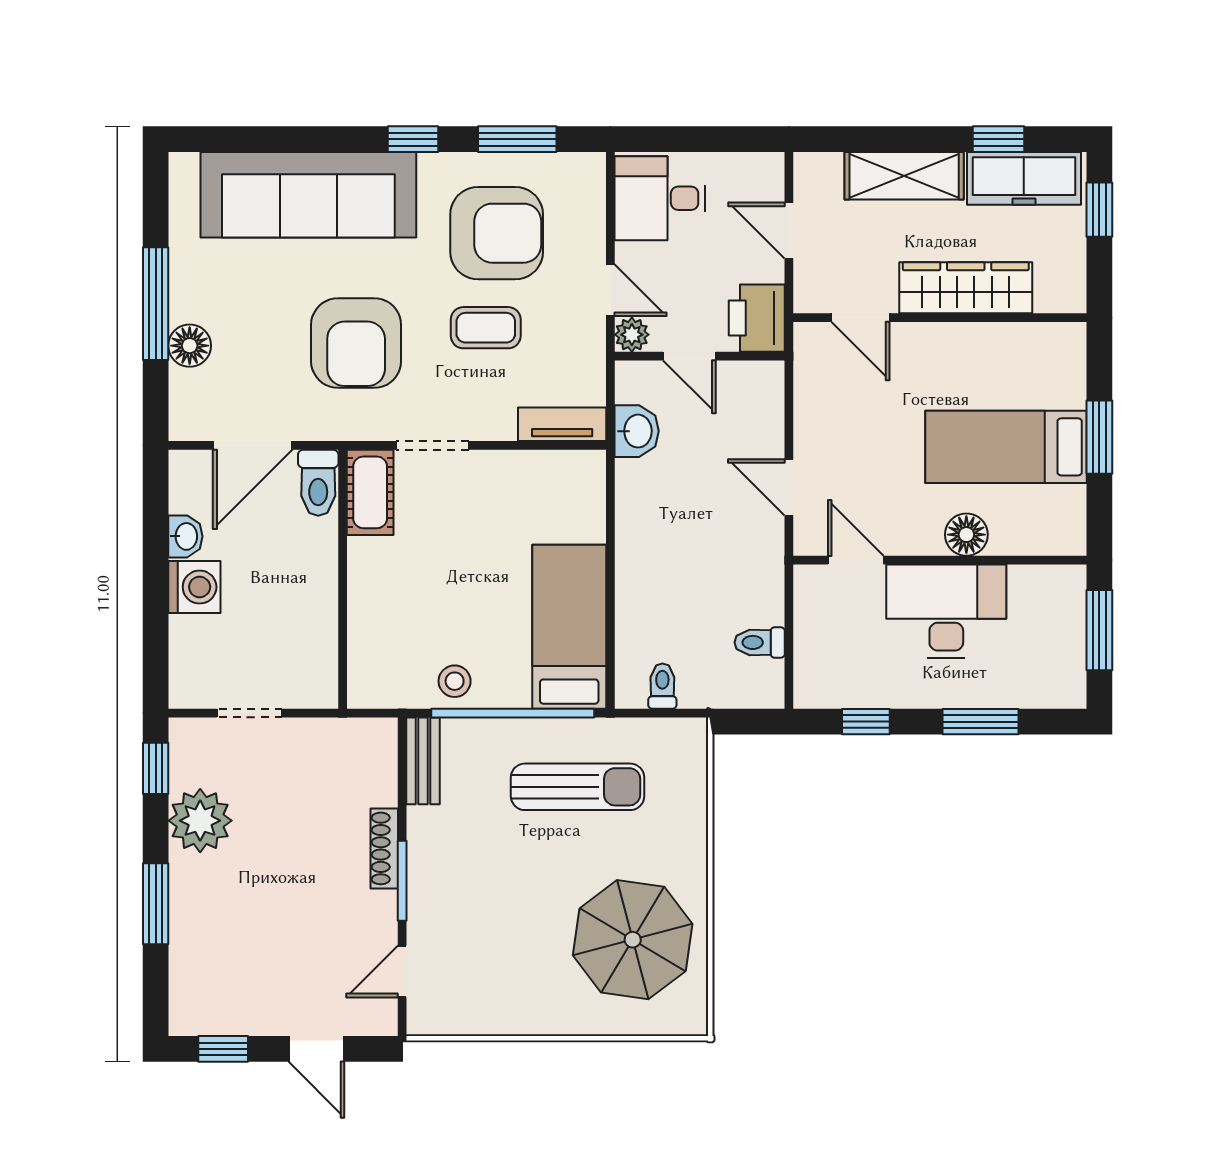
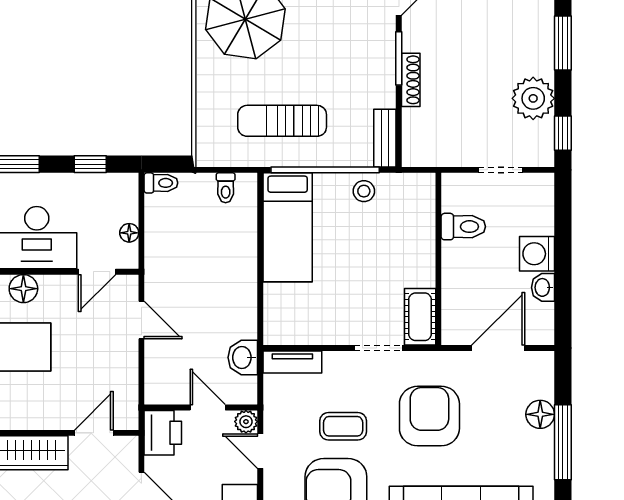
door: (860, 318) -> (94, 433), hinge flipped
toilet: (318, 483) -> (463, 227), moved, turned 90
door: (856, 560) -> (97, 272), hinge flipped
floor lamp: (807, 619) -> (129, 233), added
toilet: (760, 642) -> (161, 183), moved

